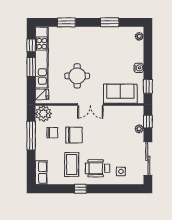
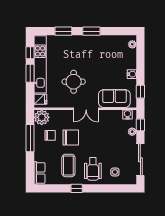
window: (110, 22) -> (91, 31), moved
water cooler: (134, 110) -> (128, 114), added
wheelchair: (98, 168) -> (93, 169), turned -90

